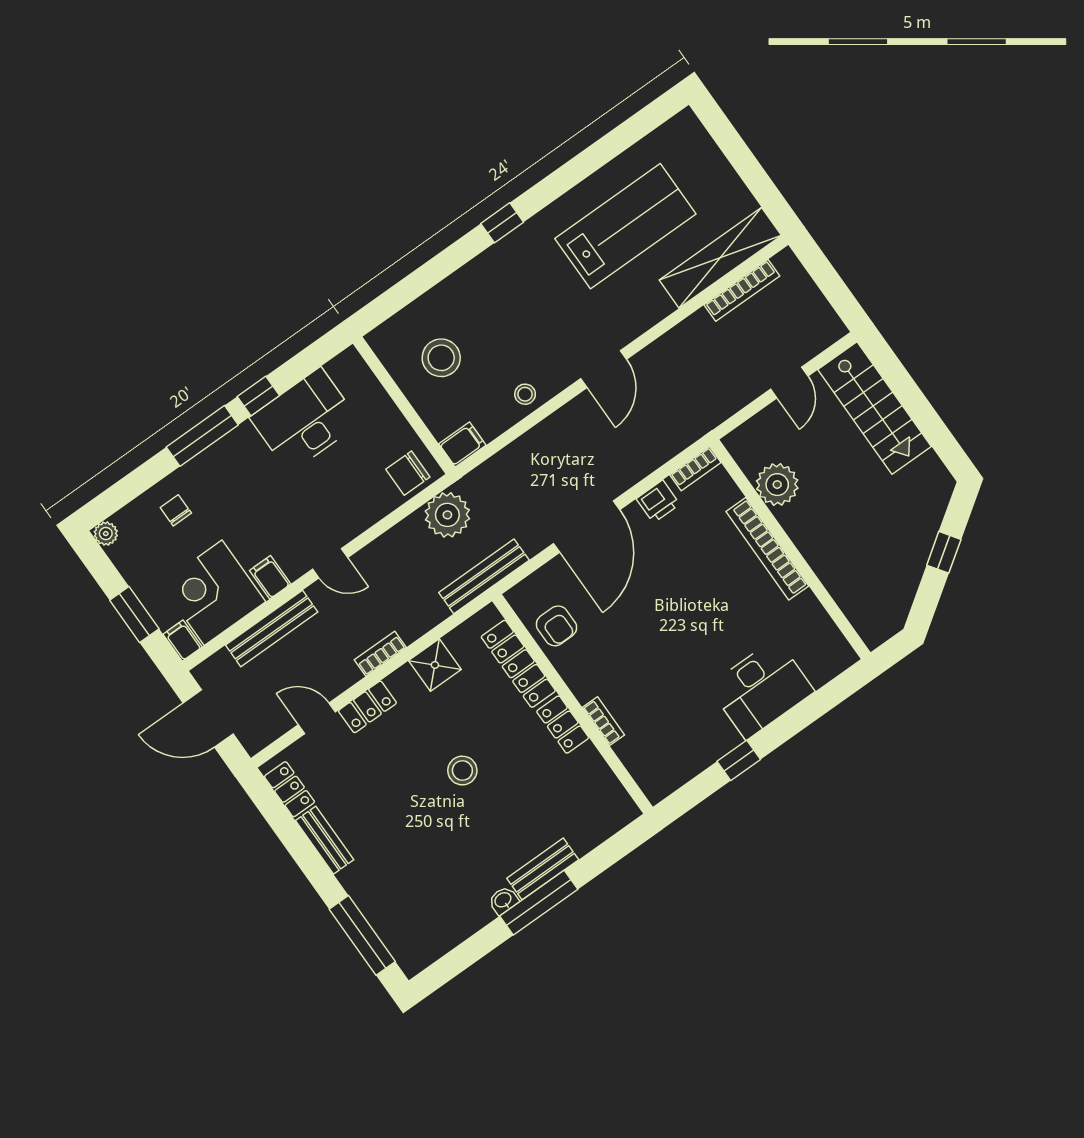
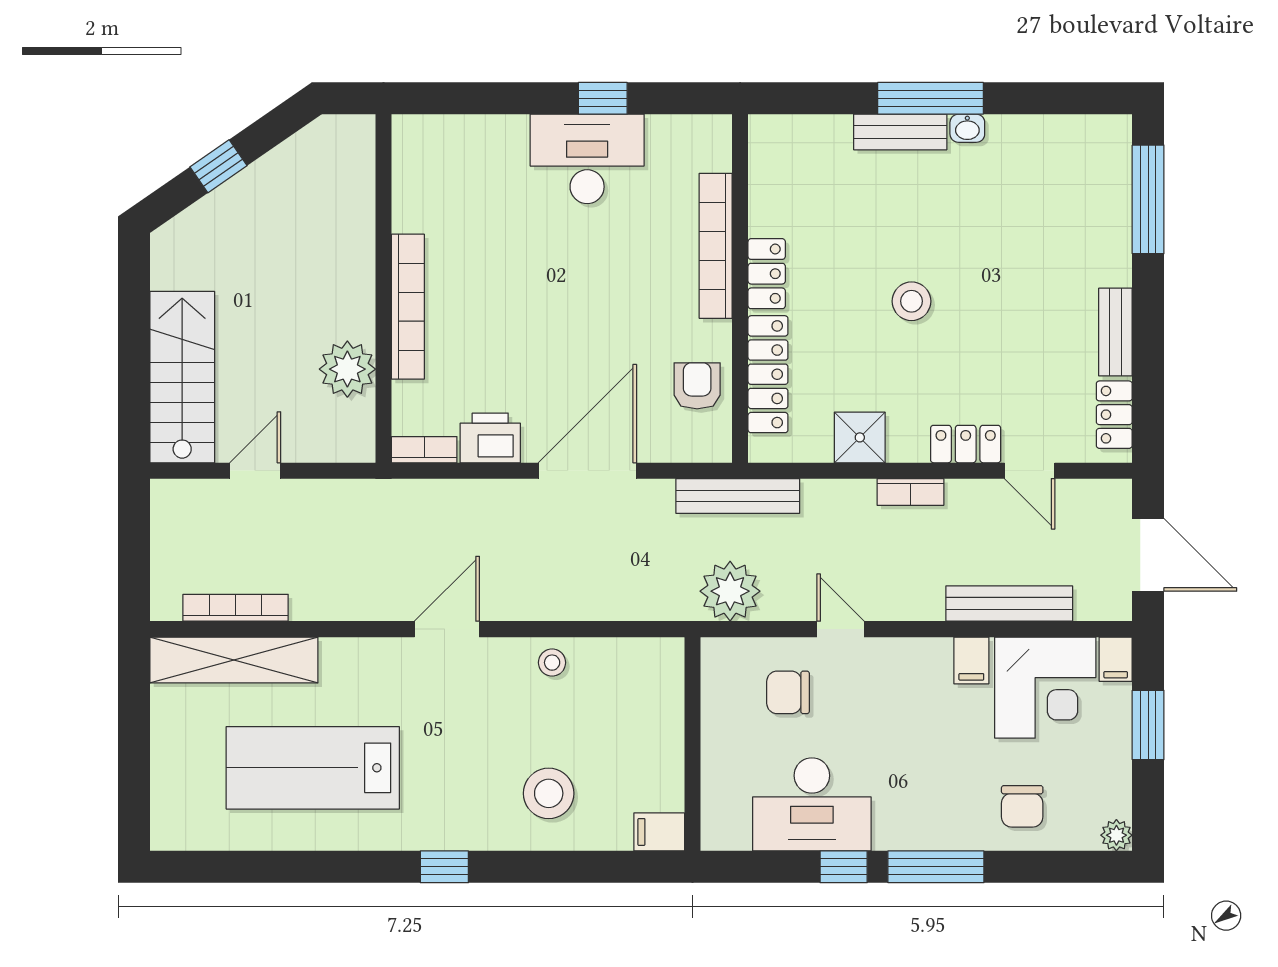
stool: (441, 358) -> (549, 793), moved
filing cabinet: (462, 445) -> (659, 832), moved
chair: (408, 473) -> (788, 692), moved, turned 180
printer: (658, 501) -> (490, 438), width x1.36, depth x1.24
chair: (176, 510) -> (1022, 806), width x1.37, depth x1.37
door: (330, 563) -> (840, 629), moved
desk: (761, 689) -> (587, 159), moved
bookcase: (603, 721) -> (716, 246), width x2.31, depth x1.31

